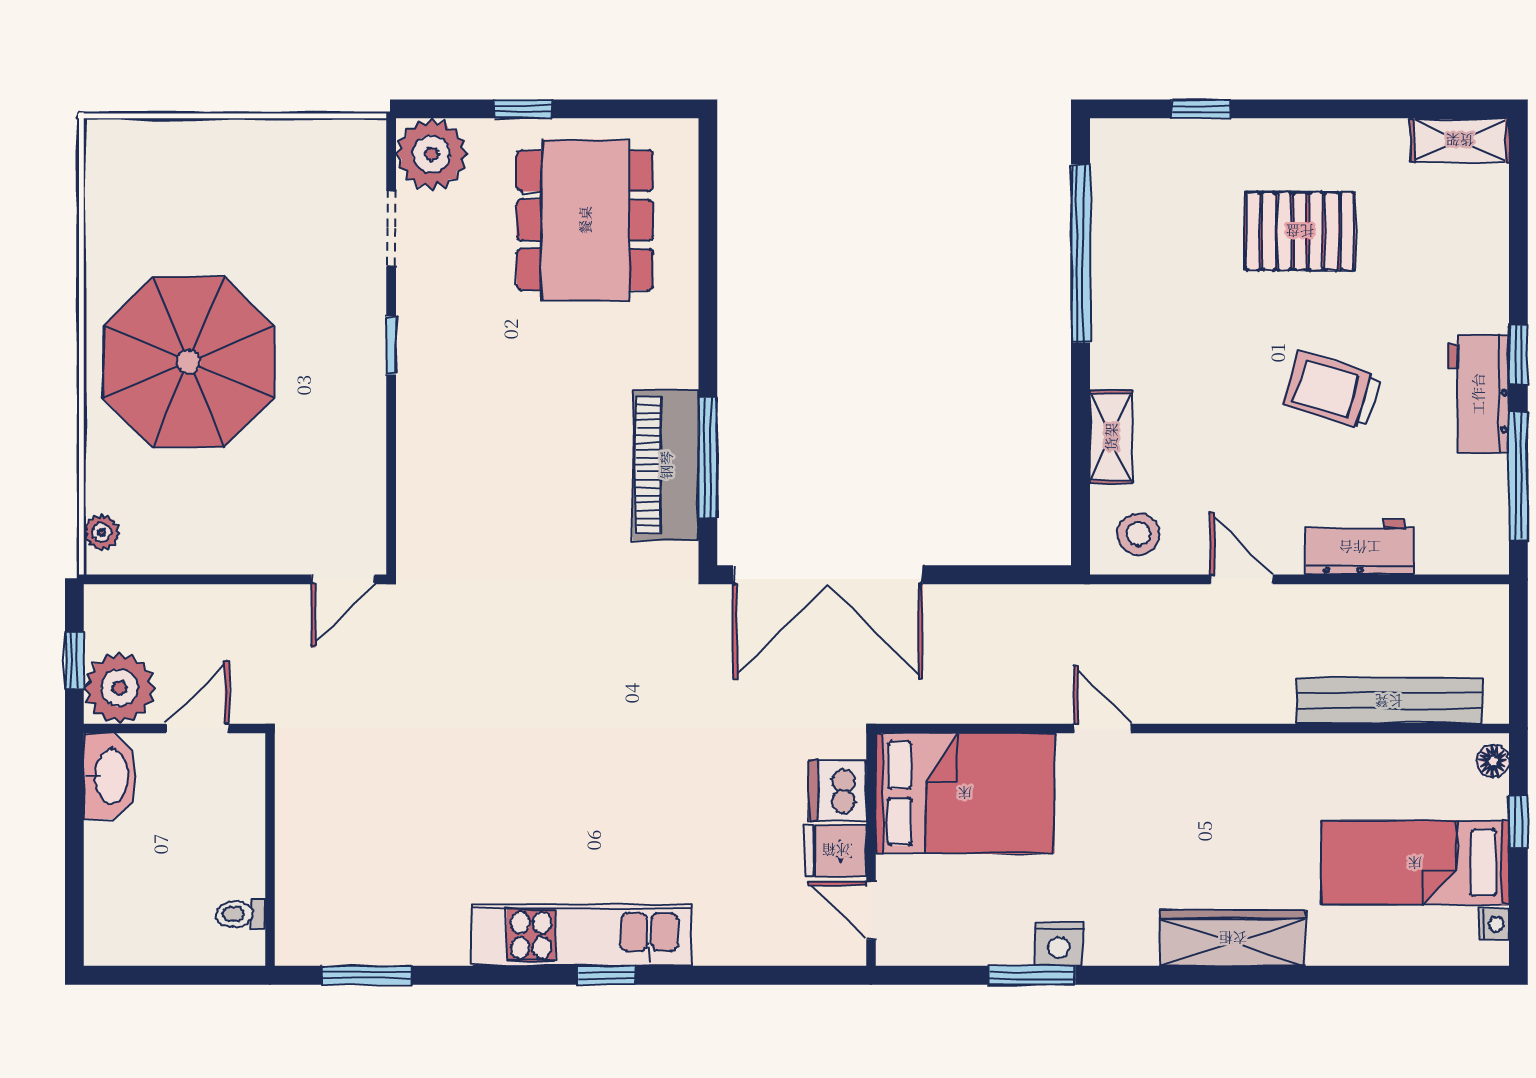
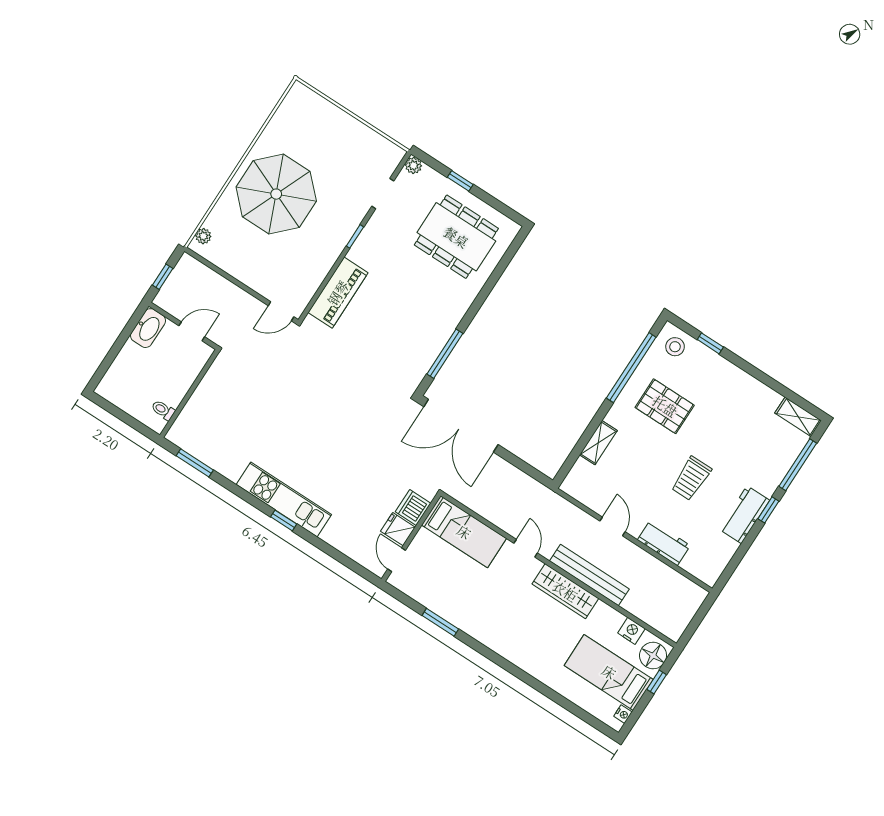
plant: (432, 154) -> (413, 165), width x0.53, depth x0.53
dining table: (585, 220) -> (456, 237), turned 90
pallet: (1300, 231) -> (665, 406), moved
trolley: (1332, 390) -> (691, 478), turned -107
piano: (666, 465) -> (338, 293), moved, turned 180
window: (1518, 476) -> (798, 465), moved
stool: (1139, 534) -> (675, 347), moved
plant: (120, 688) -> (173, 298), removed
bench: (1389, 701) -> (589, 575), moved
floor lamp: (1493, 761) -> (653, 656), width x1.89, depth x1.89
bed: (965, 793) -> (464, 532), width x0.67
wardrobe: (1233, 938) -> (565, 591), moved, turned 180
nightstand: (1059, 944) -> (631, 631), moved, turned 180

